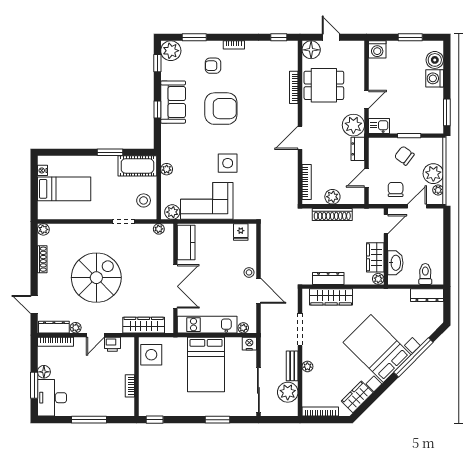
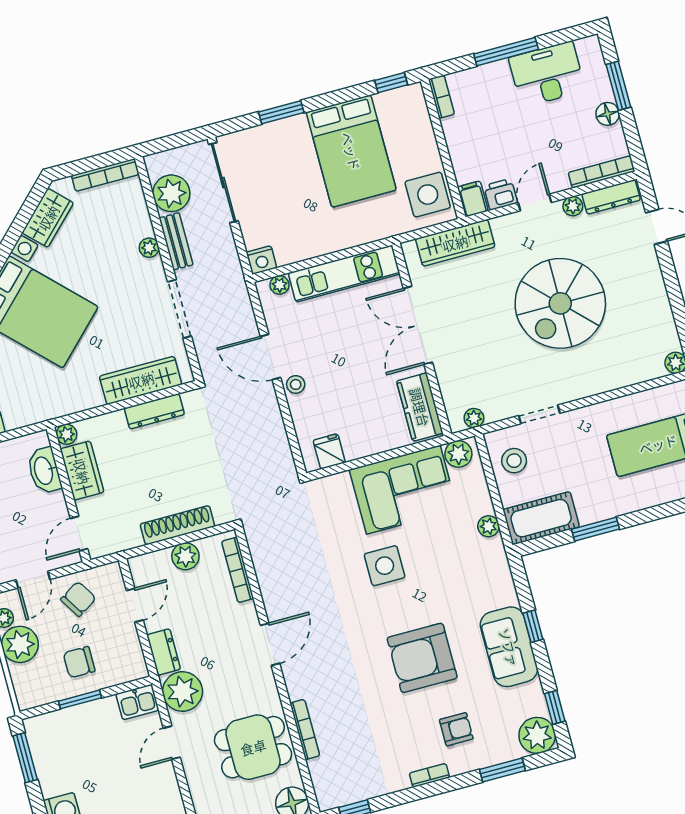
chair: (404, 156) -> (79, 662), turned 143
chair: (396, 189) -> (78, 599), turned -122
shoe rack: (42, 259) -> (664, 310), removed
filing cabinet: (128, 346) -> (473, 199), added
bed: (206, 364) -> (351, 151), moved, turned 180
bookcase: (130, 386) -> (441, 97), moved
desk: (52, 398) -> (547, 74), moved, turned -90

